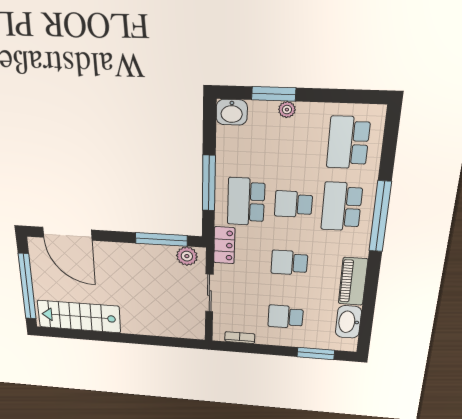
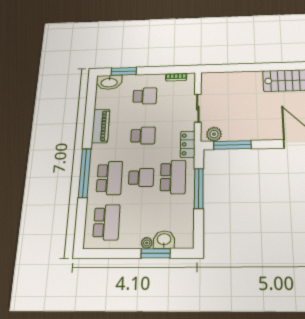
washbasin: (232, 112) -> (164, 240), moved
washbasin: (348, 322) -> (109, 82), moved, turned 90

